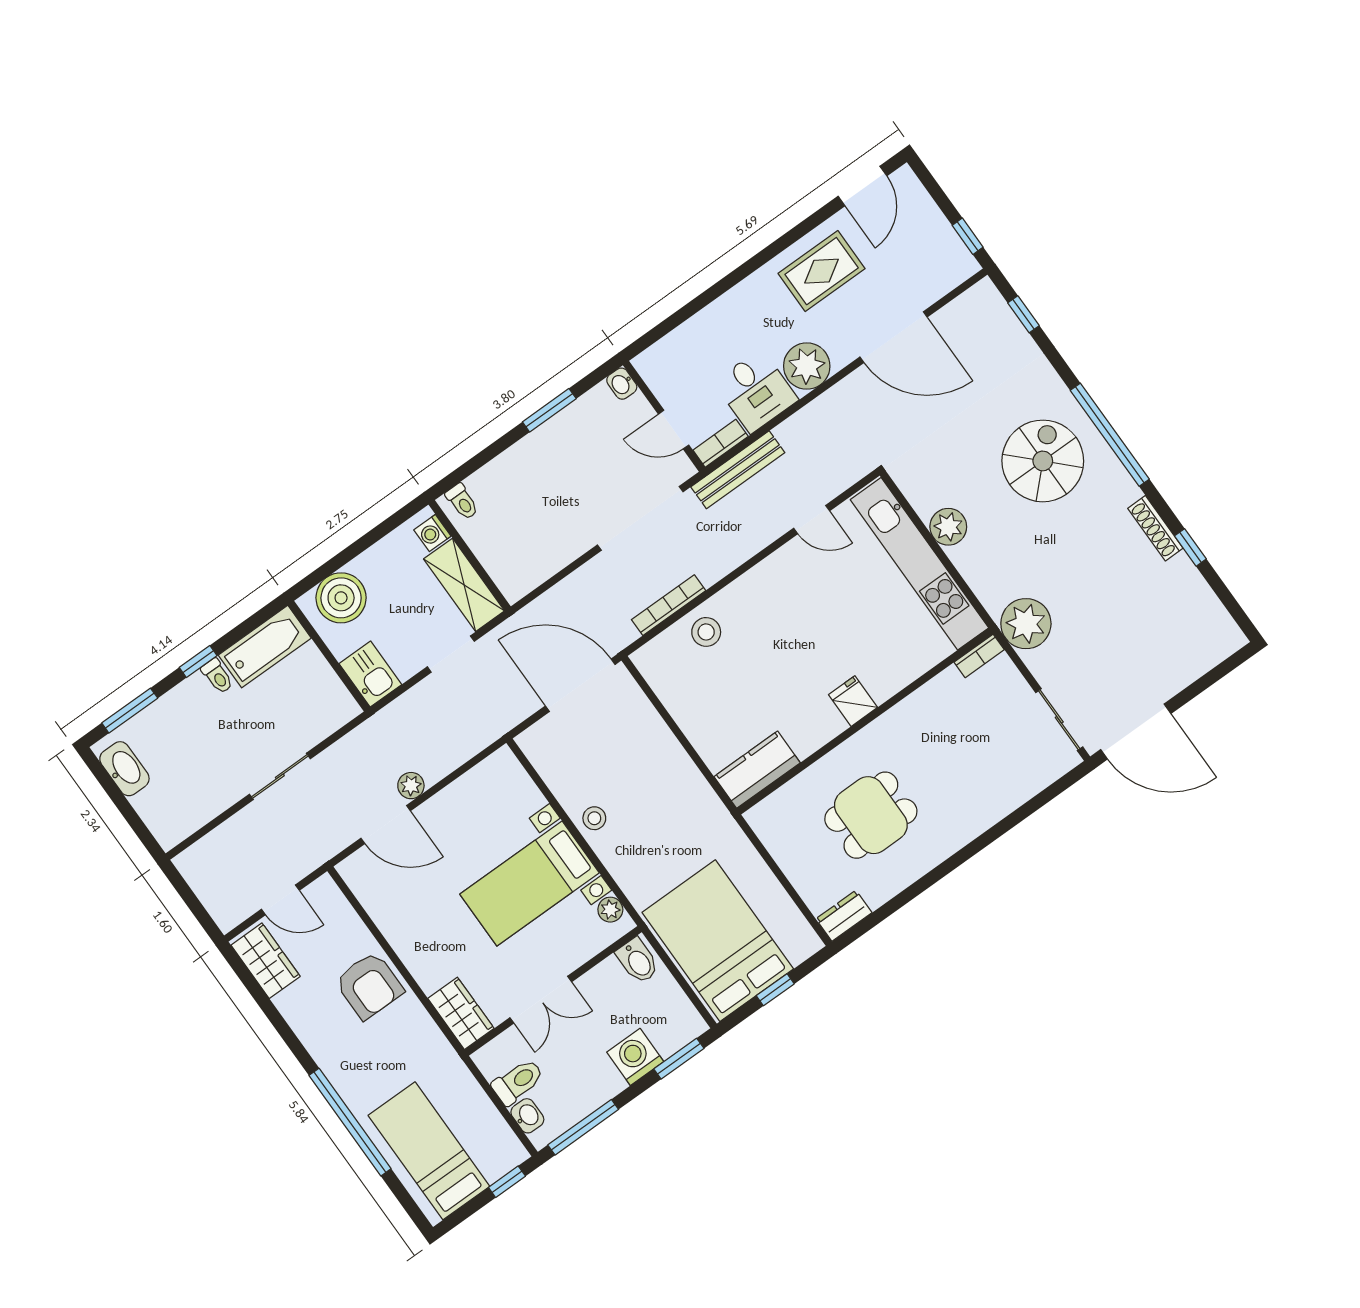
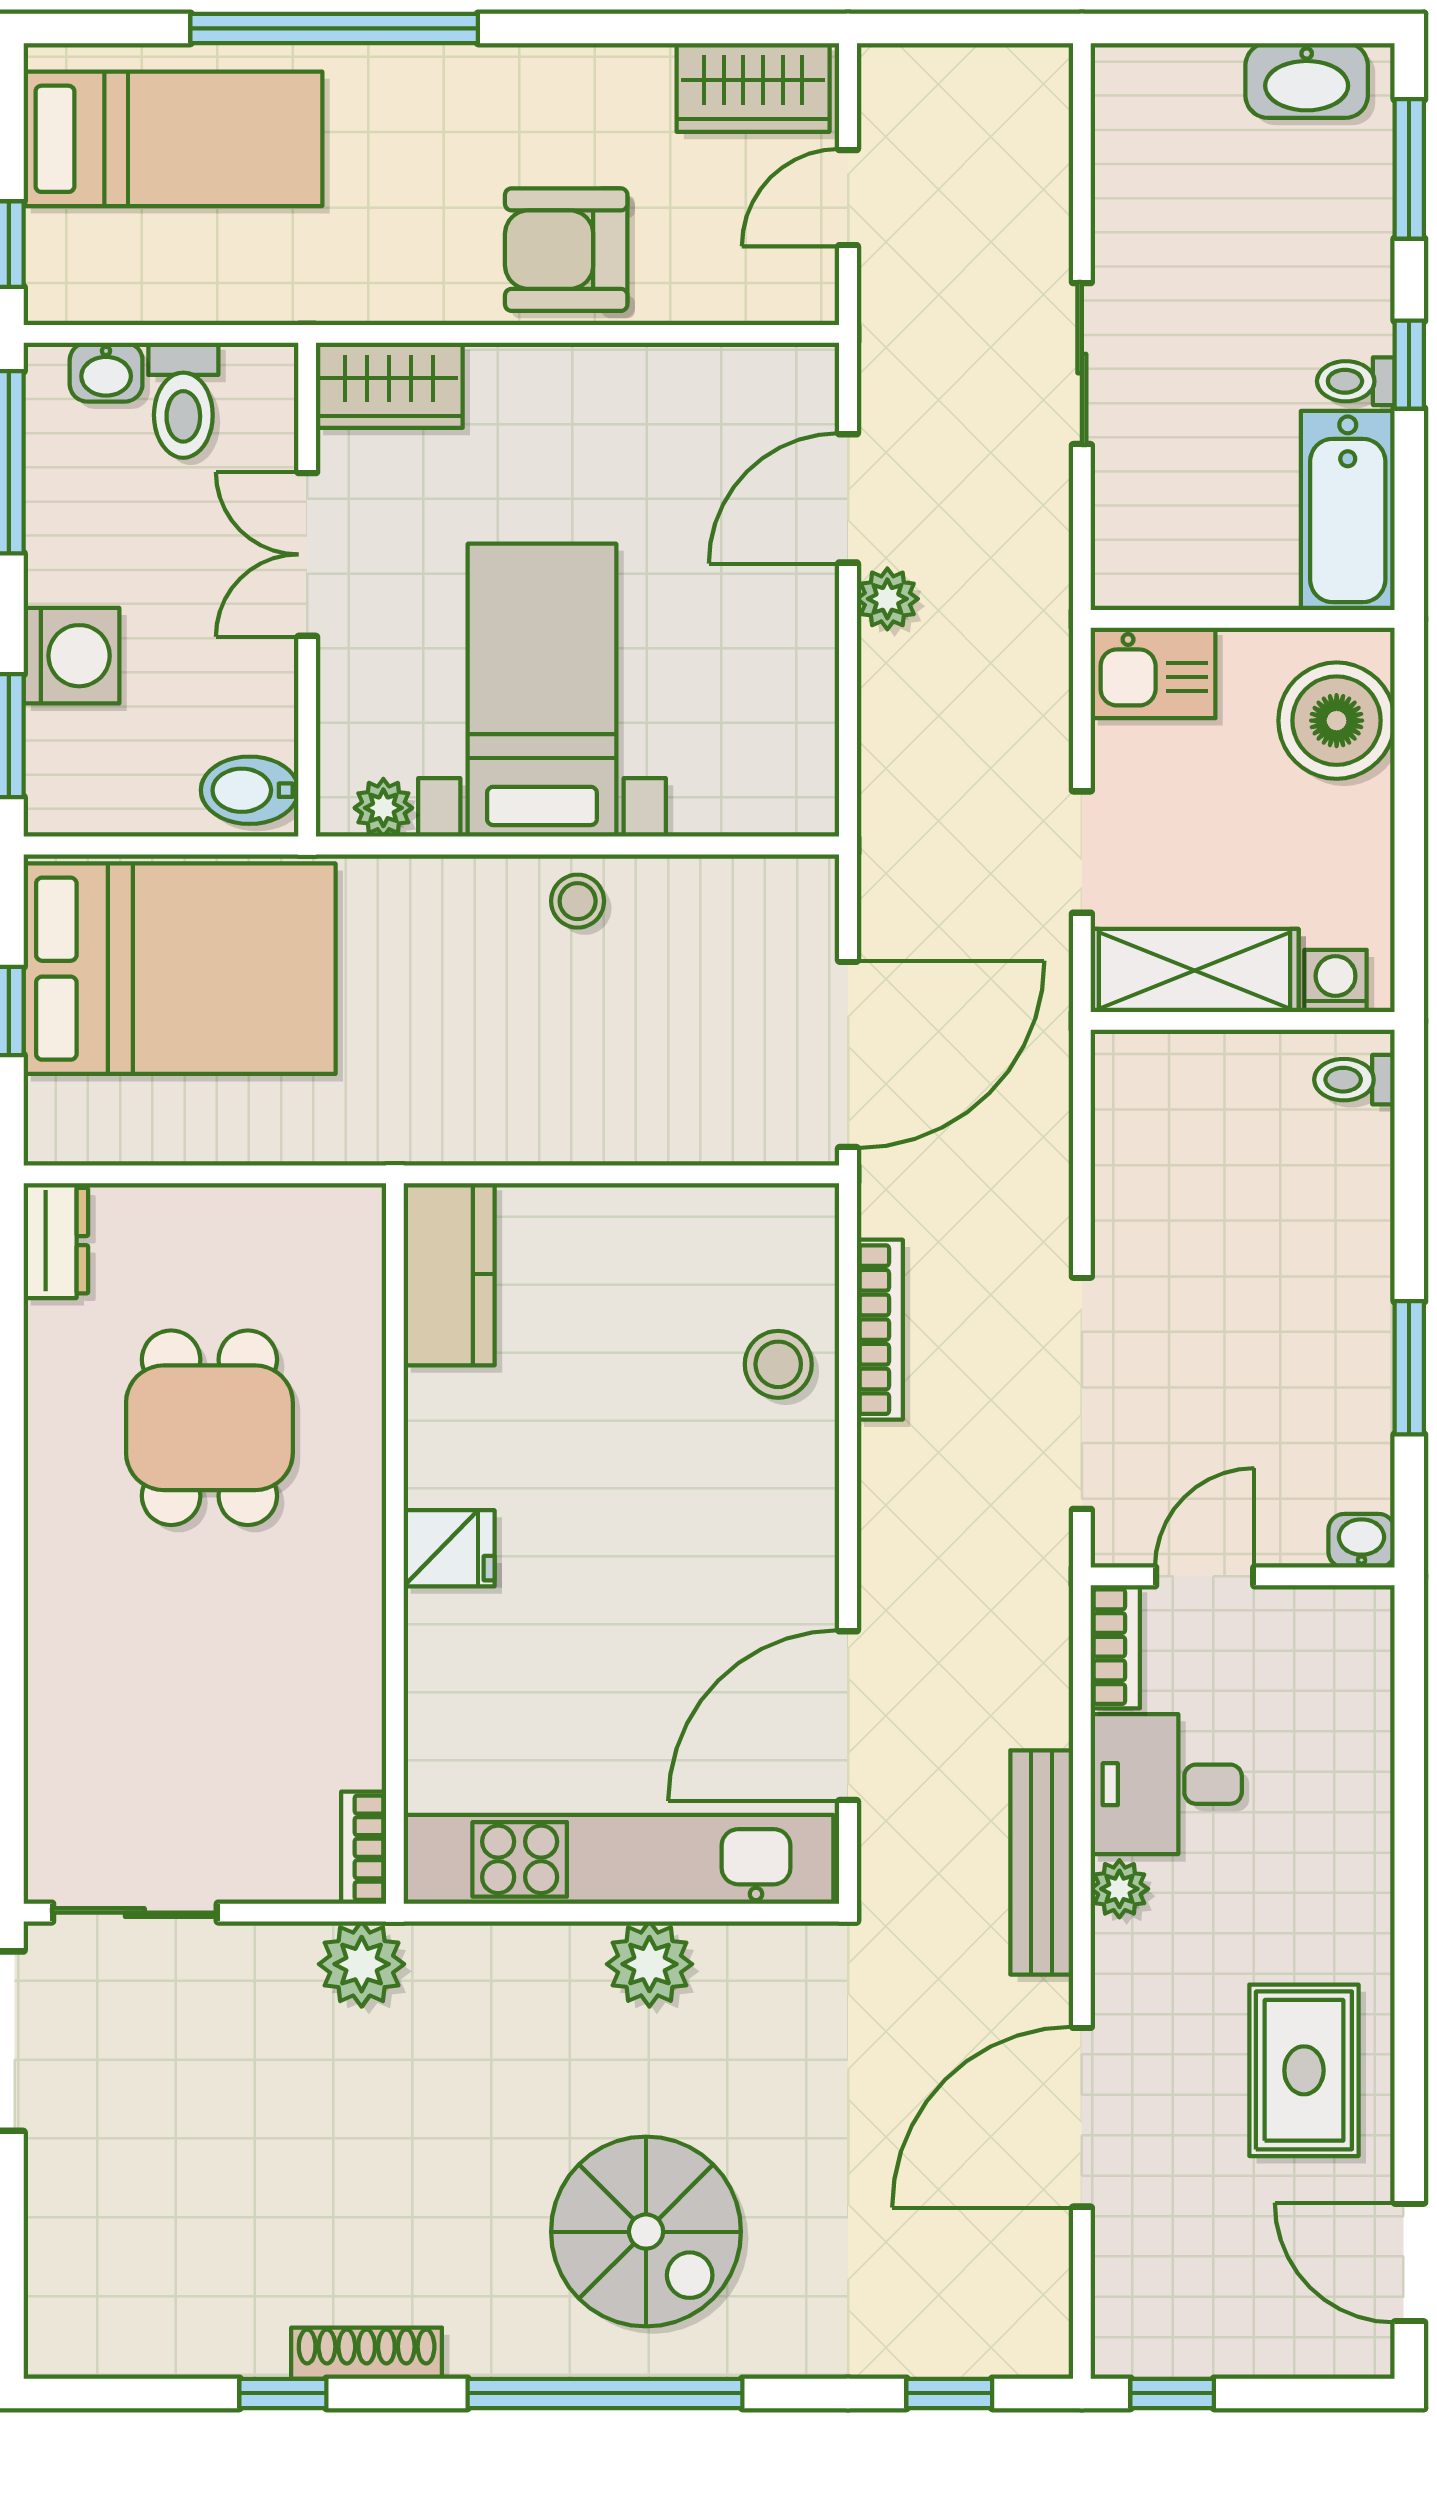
plant: (807, 366) -> (1119, 1889), width x0.53, depth x0.53
bench: (738, 470) -> (1042, 1862), moved
door: (812, 520) -> (848, 1716), width x1.88
plant: (1026, 624) -> (362, 1964), width x0.73, depth x0.73

